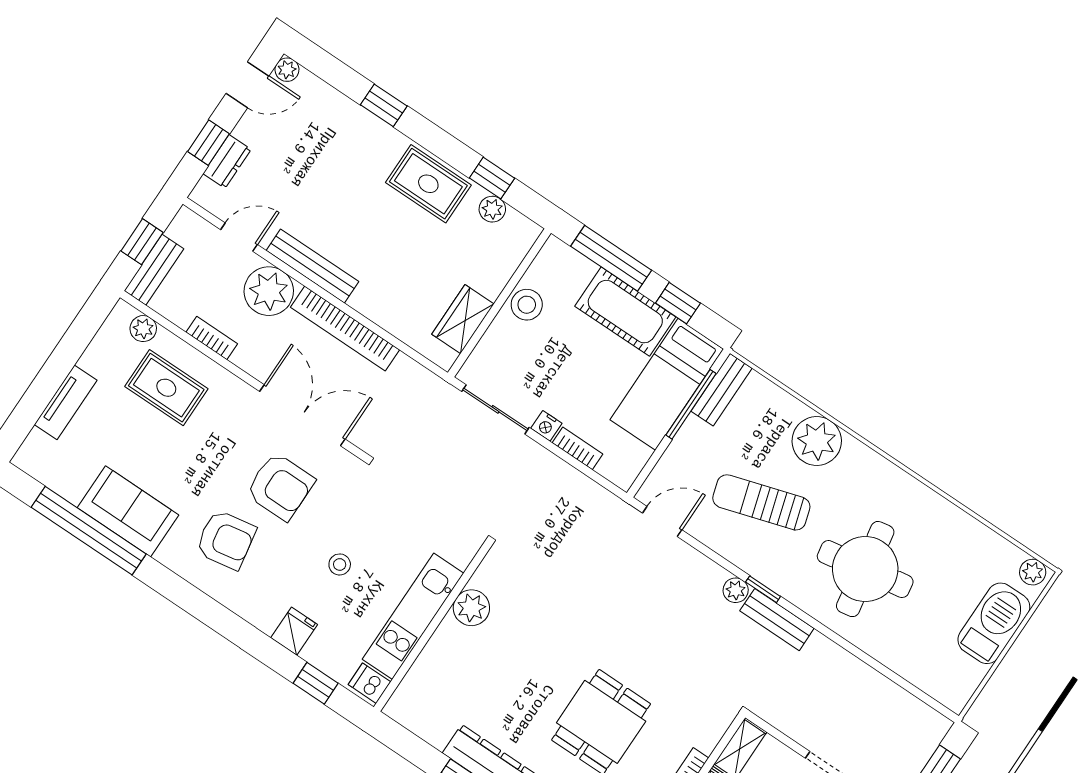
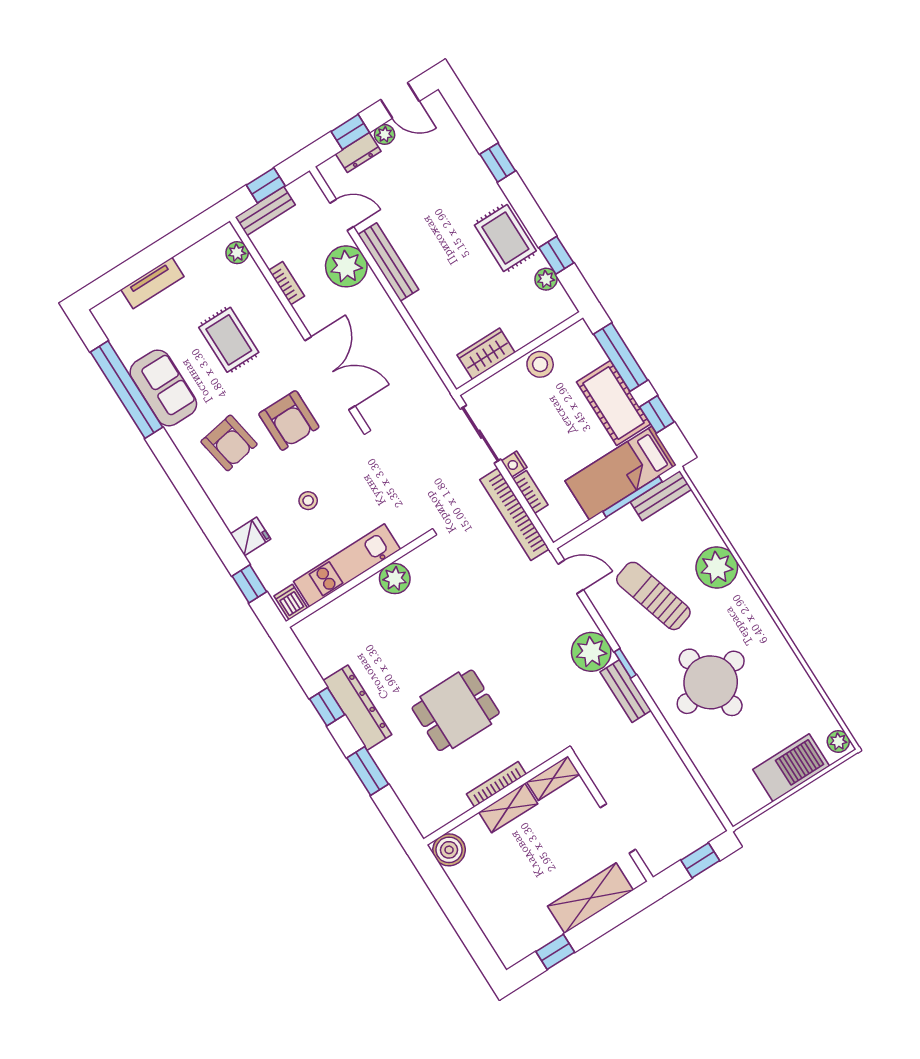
plant: (287, 70) -> (385, 134), moved
bookcase: (345, 328) -> (515, 514), moved
rug: (166, 388) -> (229, 340), moved
plant: (736, 590) -> (591, 652), width x1.87, depth x1.87

